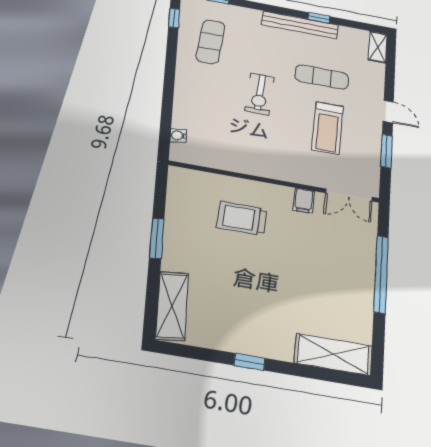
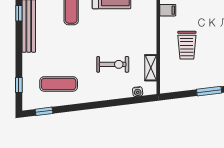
exercise bike: (260, 94) -> (113, 64), moved
shelving: (213, 160) -> (151, 68), added

